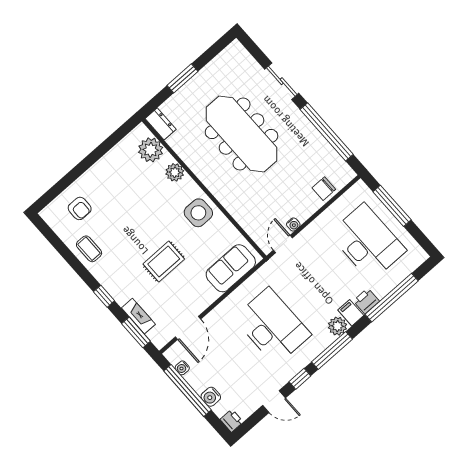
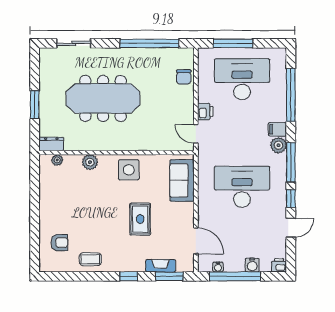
sliding door: (282, 81) -> (74, 43), moved
plant: (151, 150) -> (57, 160), width x0.53, depth x0.53
water cooler: (293, 224) -> (189, 116), removed
printer: (366, 301) -> (205, 112), moved, turned 180

